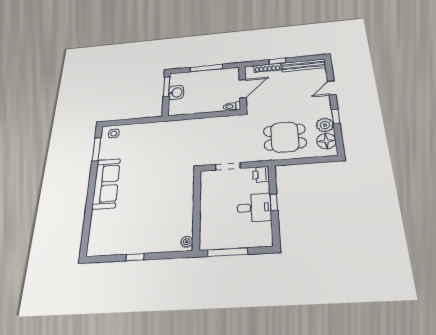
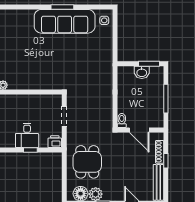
window: (96, 149) -> (62, 7), moved
sofa: (106, 184) -> (65, 21), width x1.36, depth x1.27

